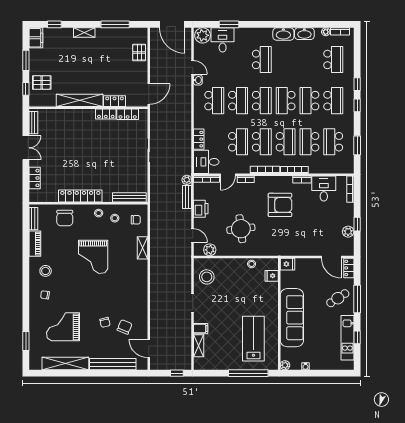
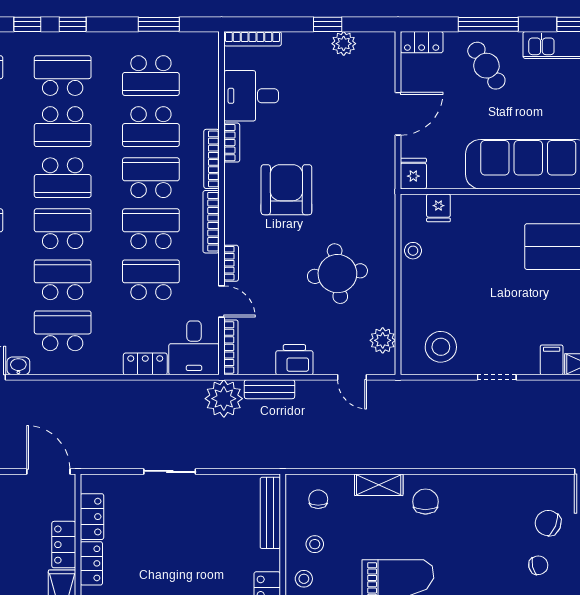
plant: (187, 180) -> (224, 399), width x1.87, depth x1.87
door: (193, 236) -> (352, 377), swing flipped
door: (331, 257) -> (398, 114), moved
chair: (135, 270) -> (425, 502), added

